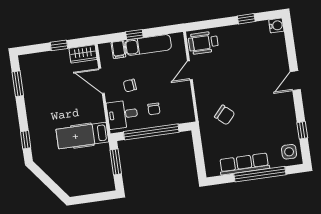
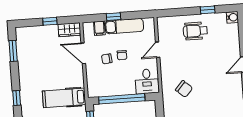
wheelchair: (203, 43) -> (195, 31), moved
chair: (154, 109) -> (122, 55), moved
desk: (122, 114) -> (147, 81), moved, turned -90

